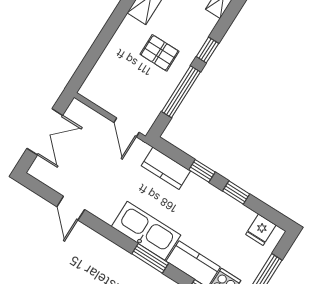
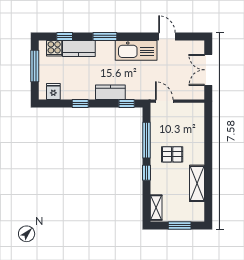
kitchen counter: (166, 168) -> (110, 92), moved
window: (202, 171) -> (127, 103), moved
kitchen sink: (146, 231) -> (136, 50), moved

